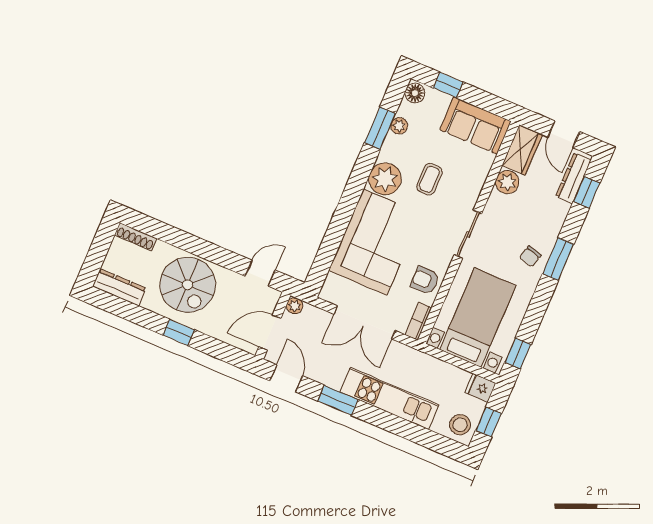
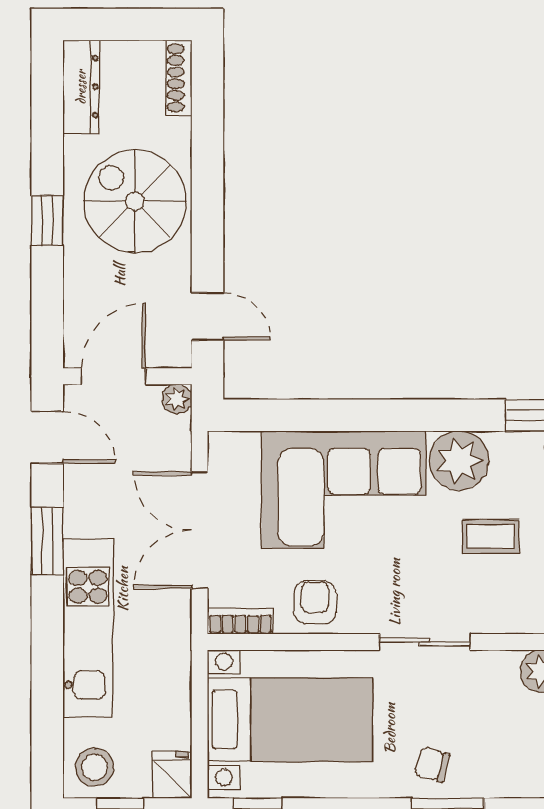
spiral stairs: (188, 285) -> (135, 201), turned 90
door: (270, 332) -> (114, 376), hinge flipped
door: (286, 378) -> (47, 437), hinge flipped

